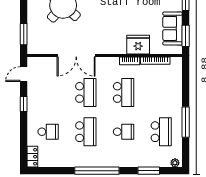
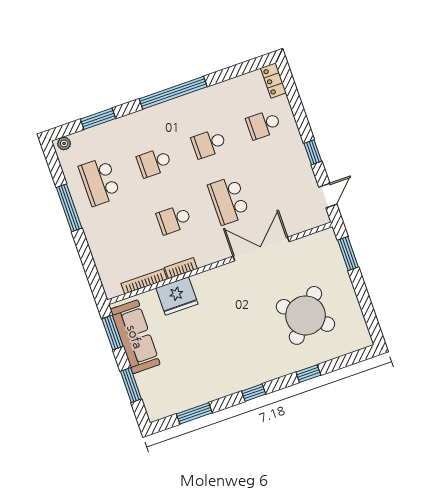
sofa: (173, 28) -> (135, 337), width x1.36
school desk: (123, 92) -> (174, 219), width x0.54
school desk: (86, 132) -> (209, 144), width x0.54

